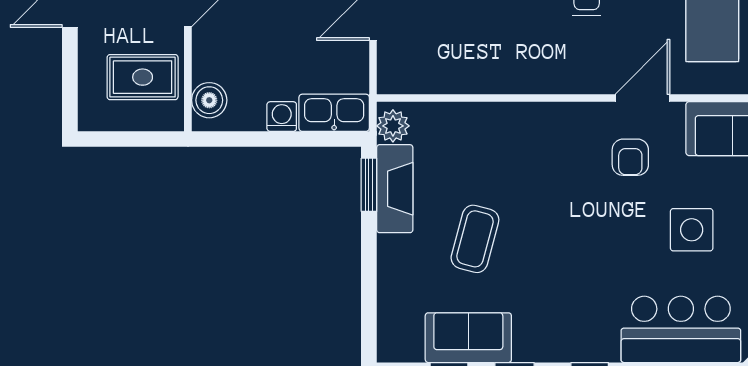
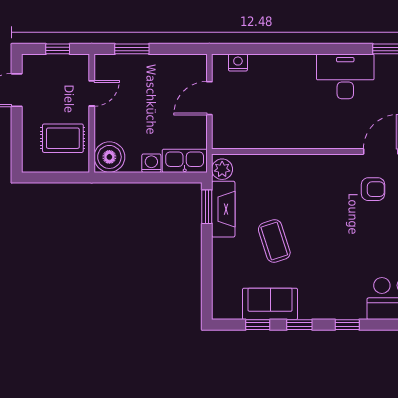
boiler: (209, 100) -> (109, 157), width x1.37, depth x1.37
armchair: (630, 157) -> (373, 189), turned -90
coffee table: (475, 239) -> (274, 241), turned -33

